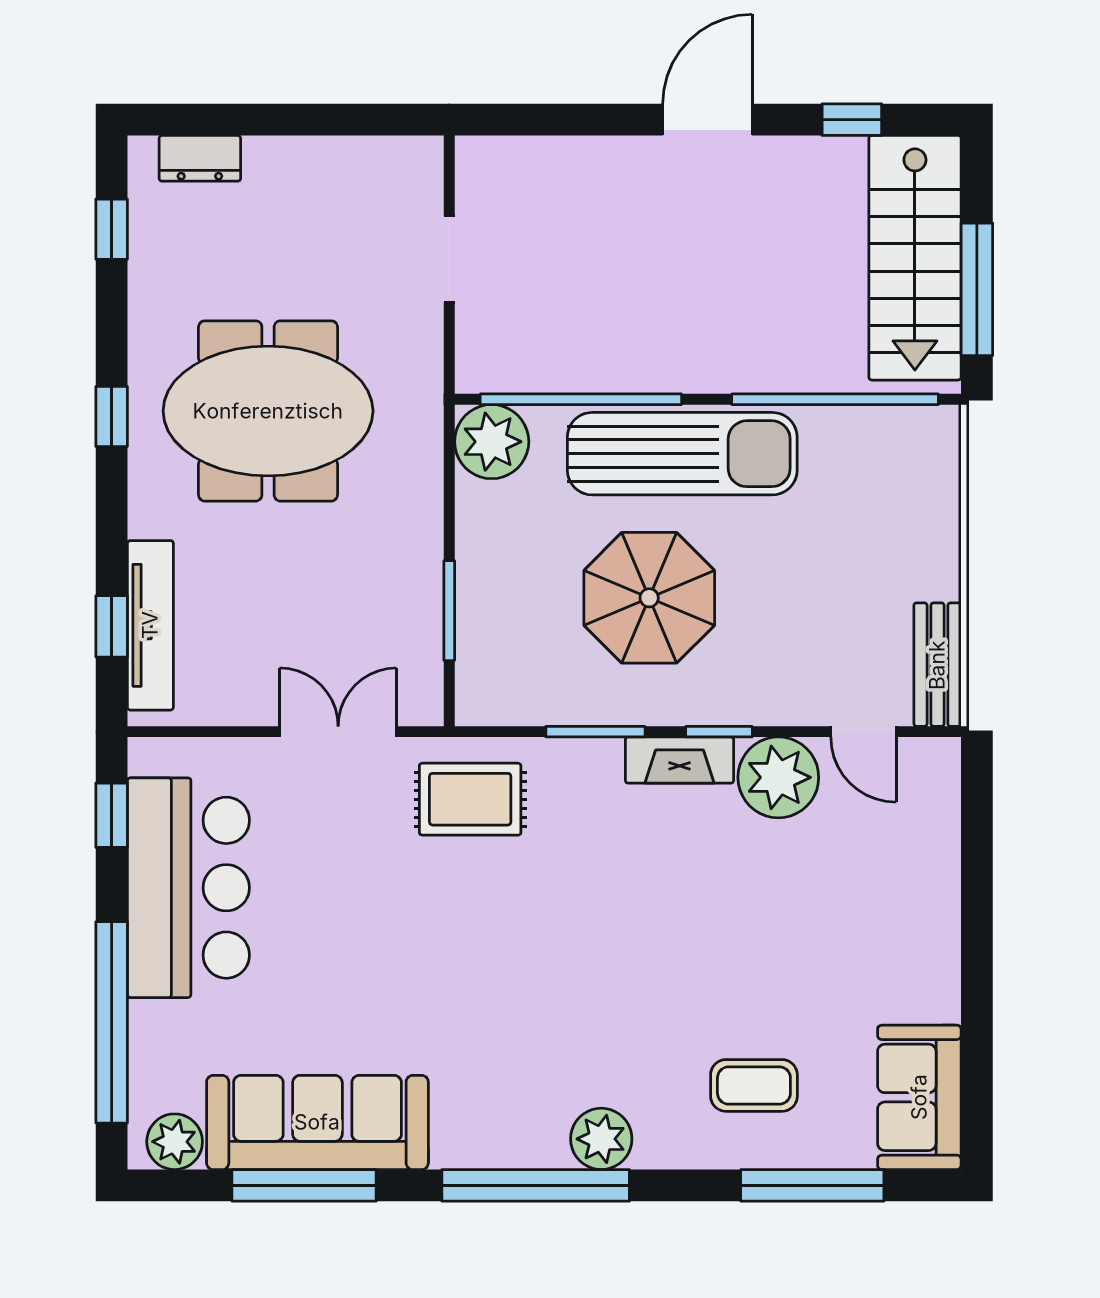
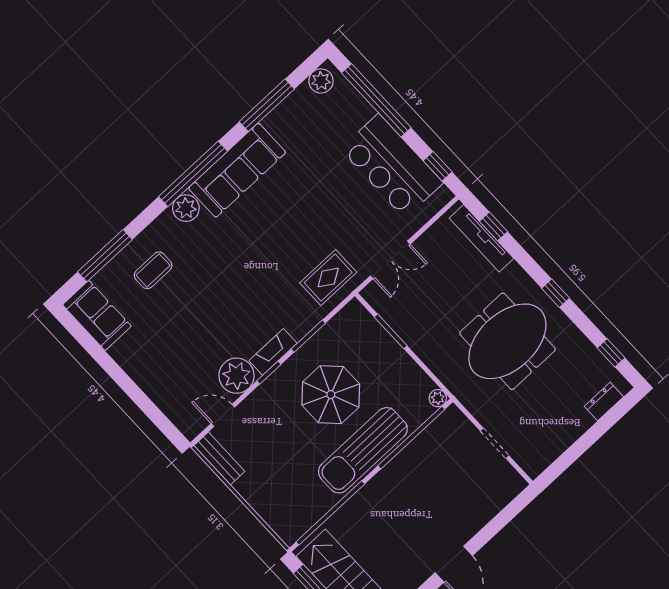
plant: (492, 442) -> (438, 398), width x0.53, depth x0.53
sofa: (317, 1122) -> (237, 170), moved

